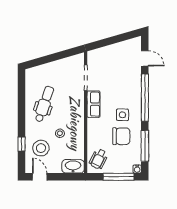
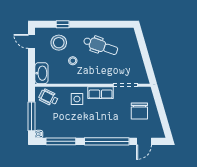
side table: (122, 115) -> (77, 99), moved
chair: (121, 136) -> (139, 111), moved
door: (40, 177) -> (32, 41), swing flipped

